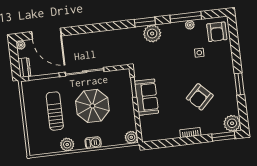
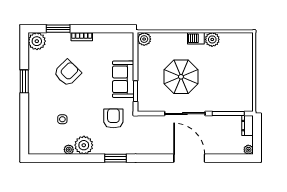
window: (186, 17) -> (72, 158), removed
armchair: (217, 32) -> (113, 118), moved
door: (46, 34) -> (189, 158), moved
plant: (152, 34) -> (84, 145), moved
sun lounger: (55, 111) -> (221, 76), removed
window: (223, 136) -> (58, 29), moved
barbecue: (93, 143) -> (196, 38), moved

